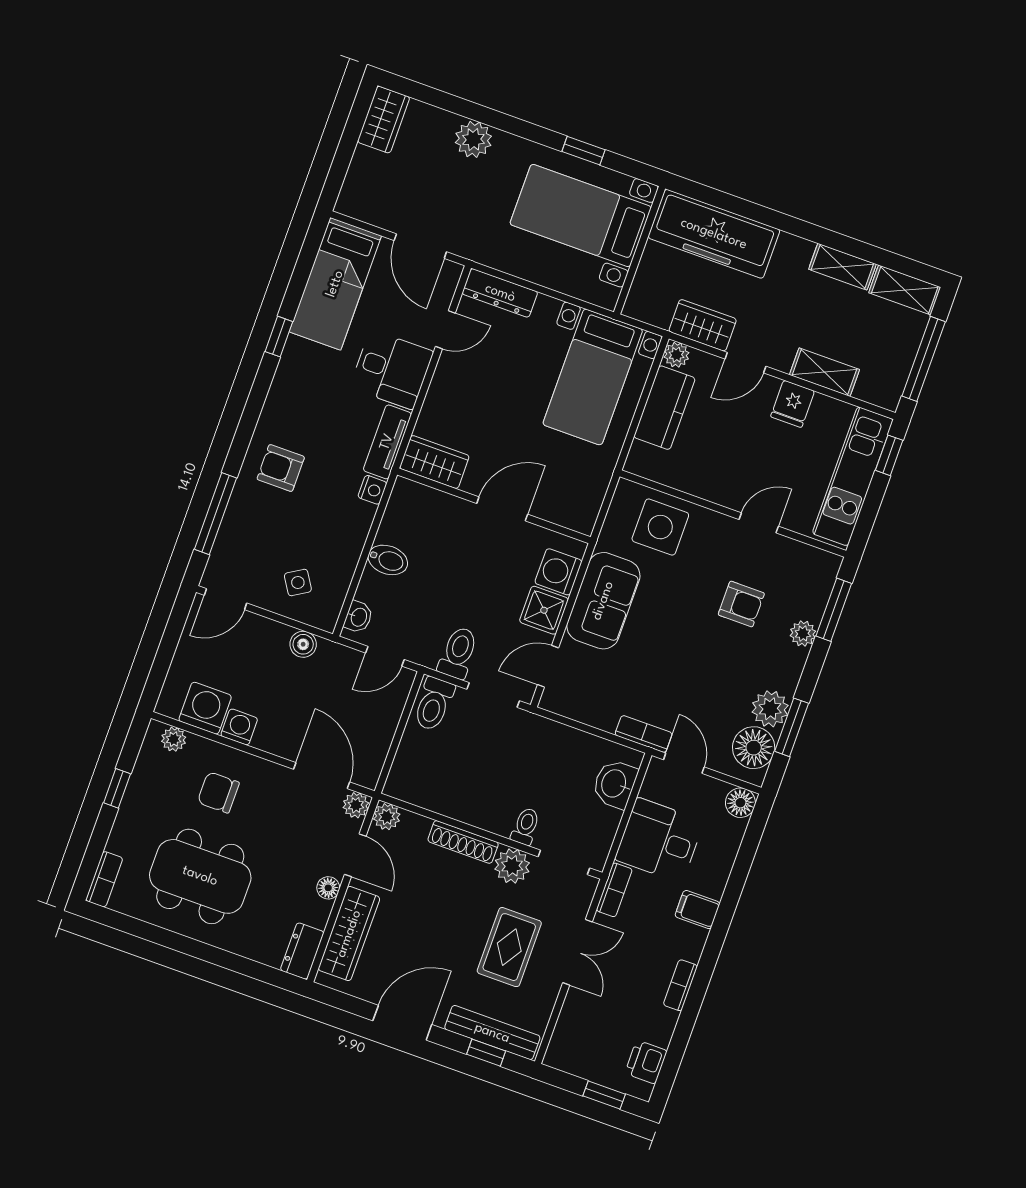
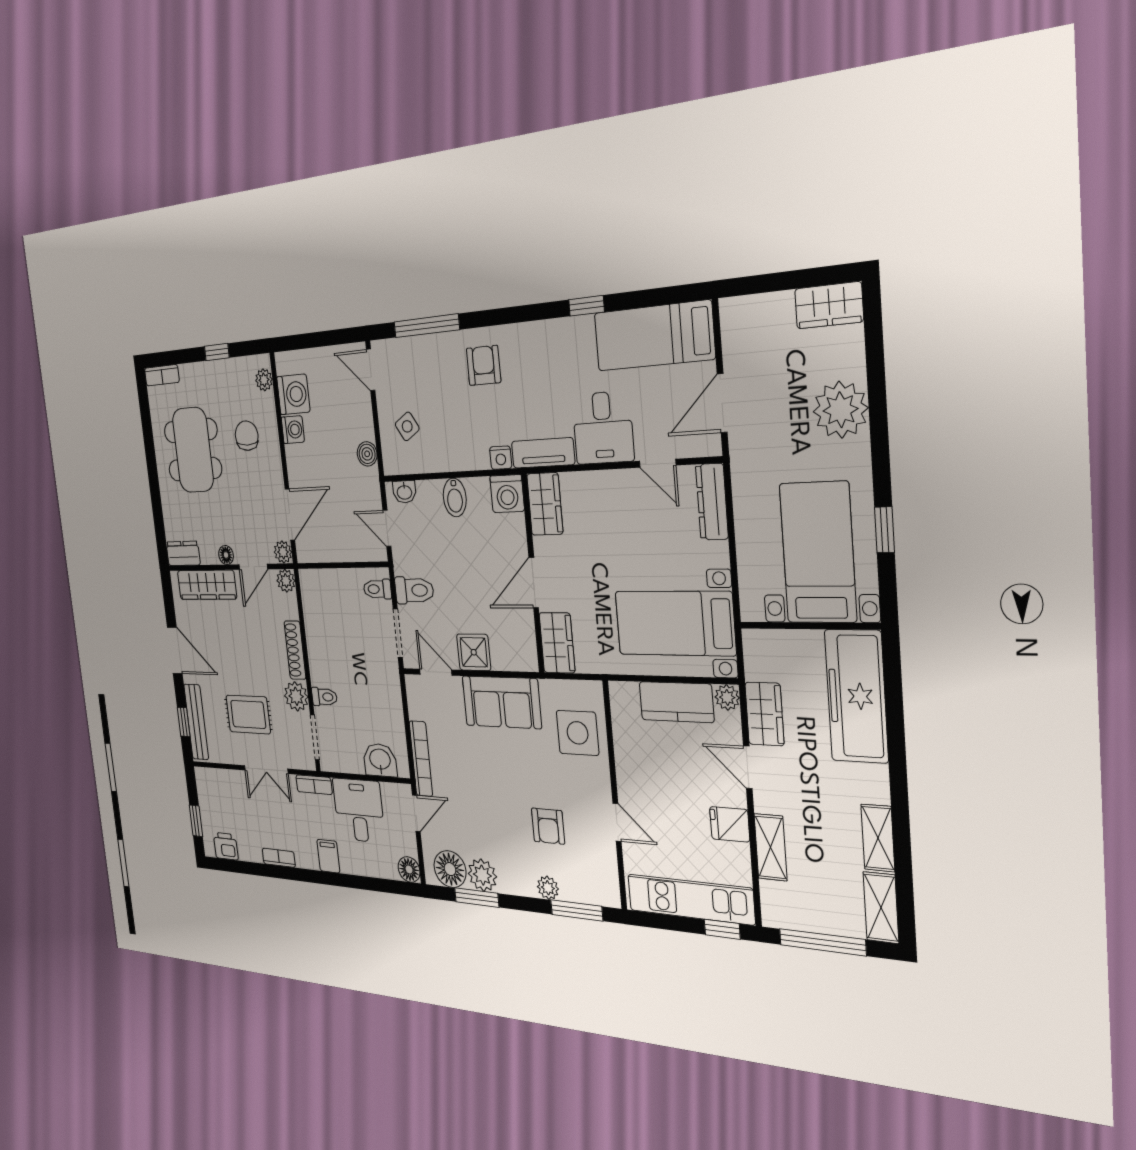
plant: (473, 139) -> (841, 410), width x1.36, depth x1.36
door: (502, 509) -> (534, 583), swing flipped
wardrobe: (568, 510) -> (557, 643), added
washing machine: (558, 572) -> (507, 494), moved, turned 180
toilet: (434, 704) -> (377, 589), width x0.73, depth x0.72
bookcase: (644, 734) -> (421, 759), width x1.56

